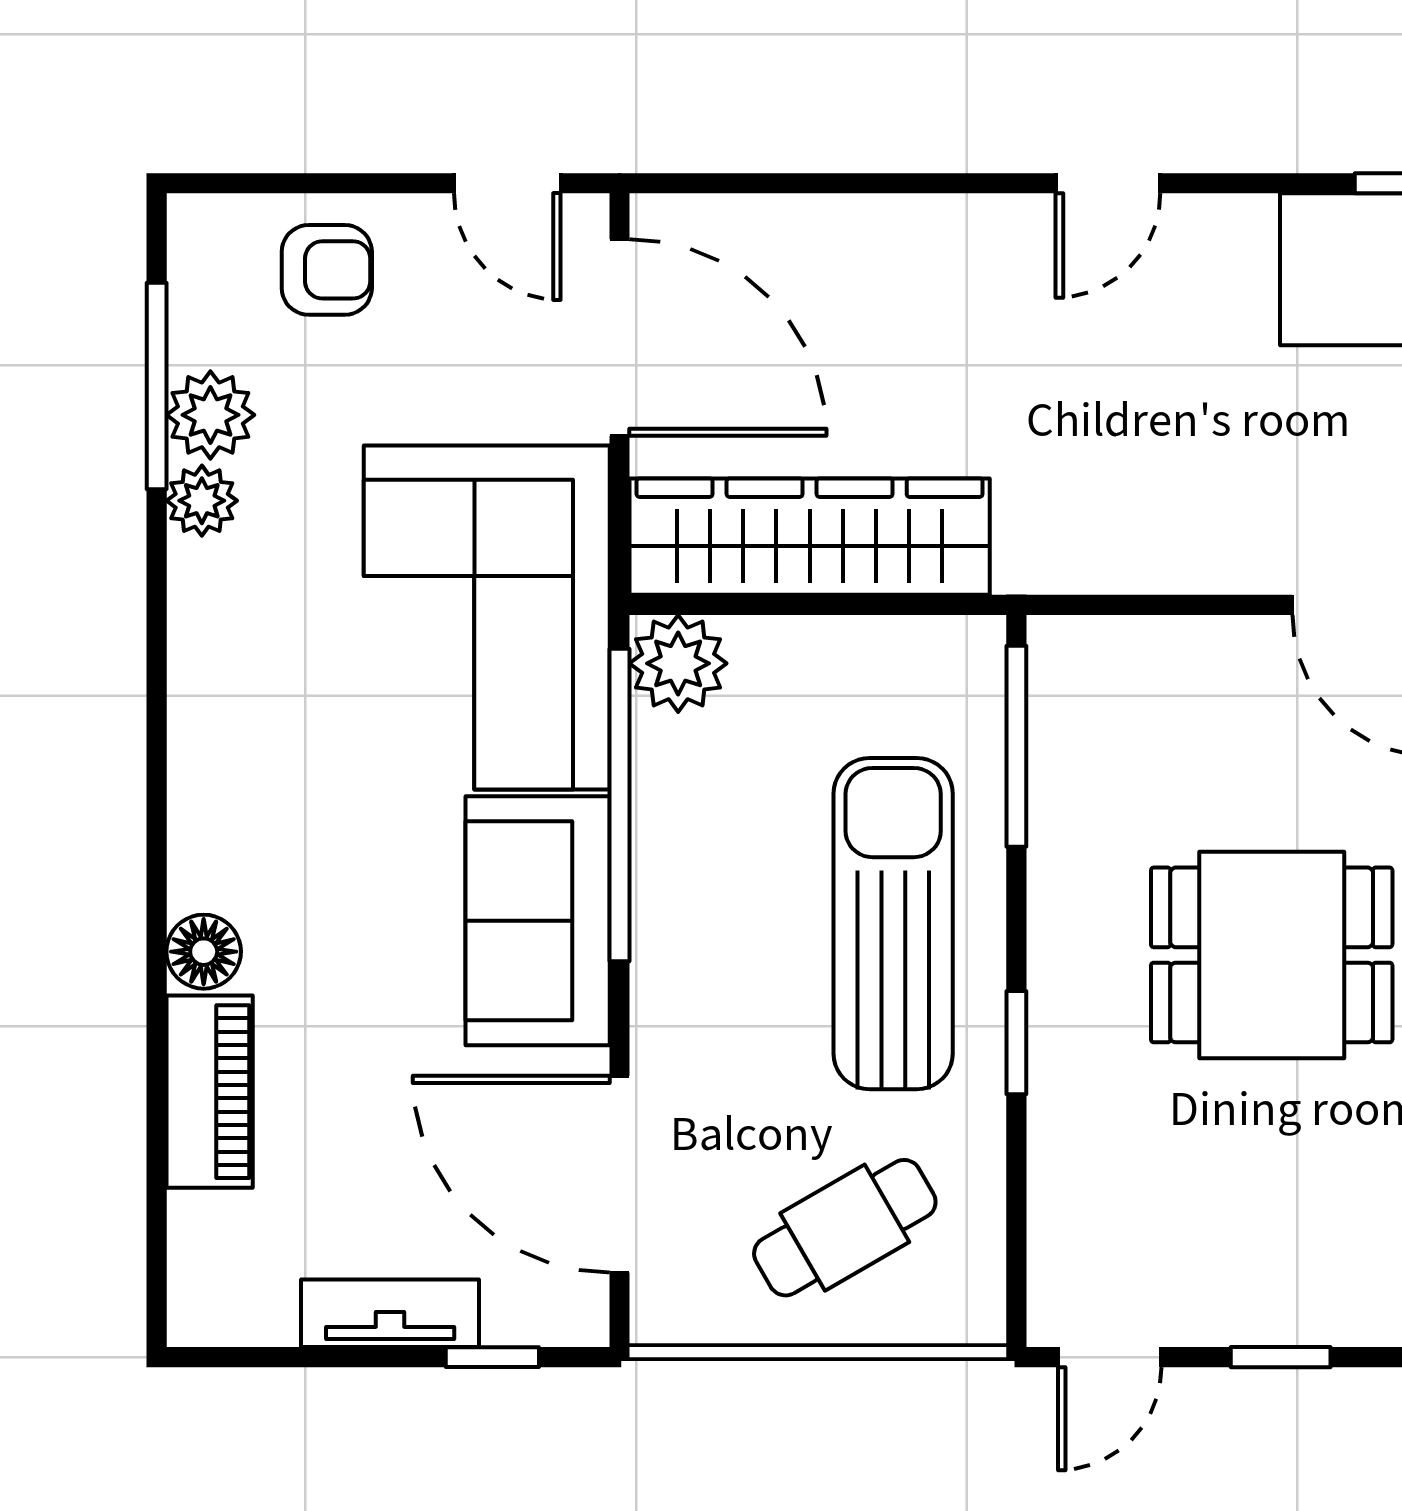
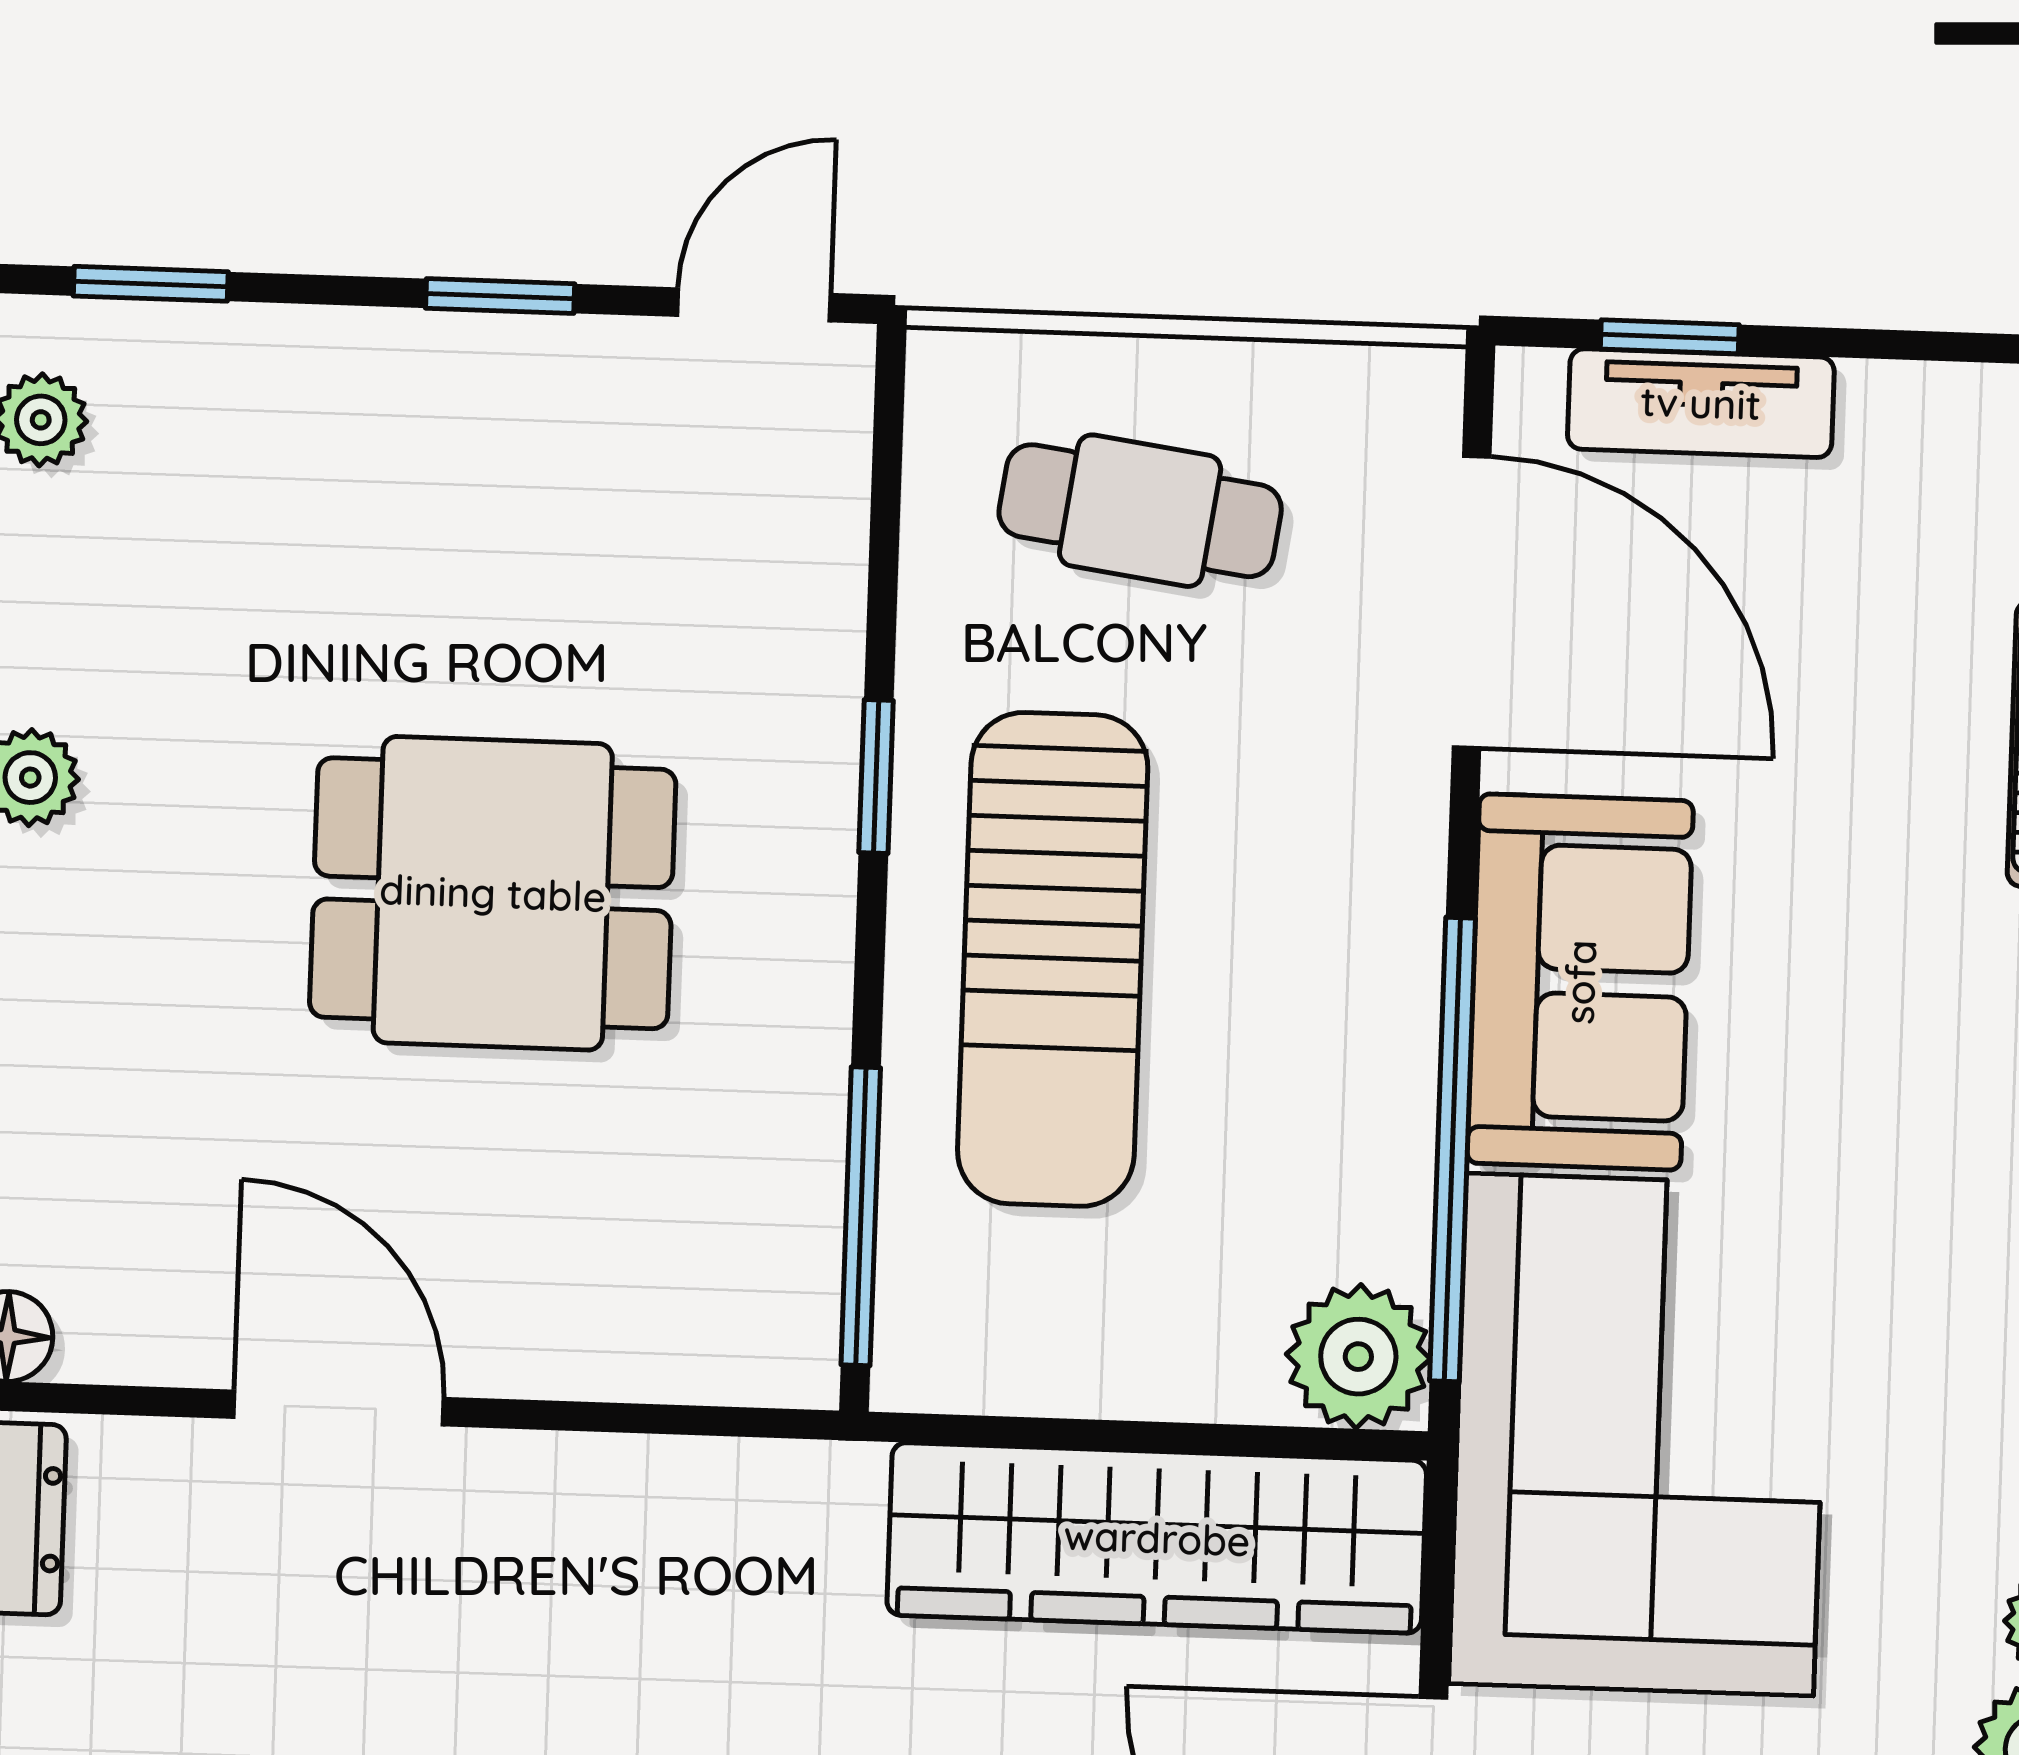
cafe table: (845, 1228) -> (1140, 511), turned 38
tv unit: (390, 1313) -> (1701, 403), moved

